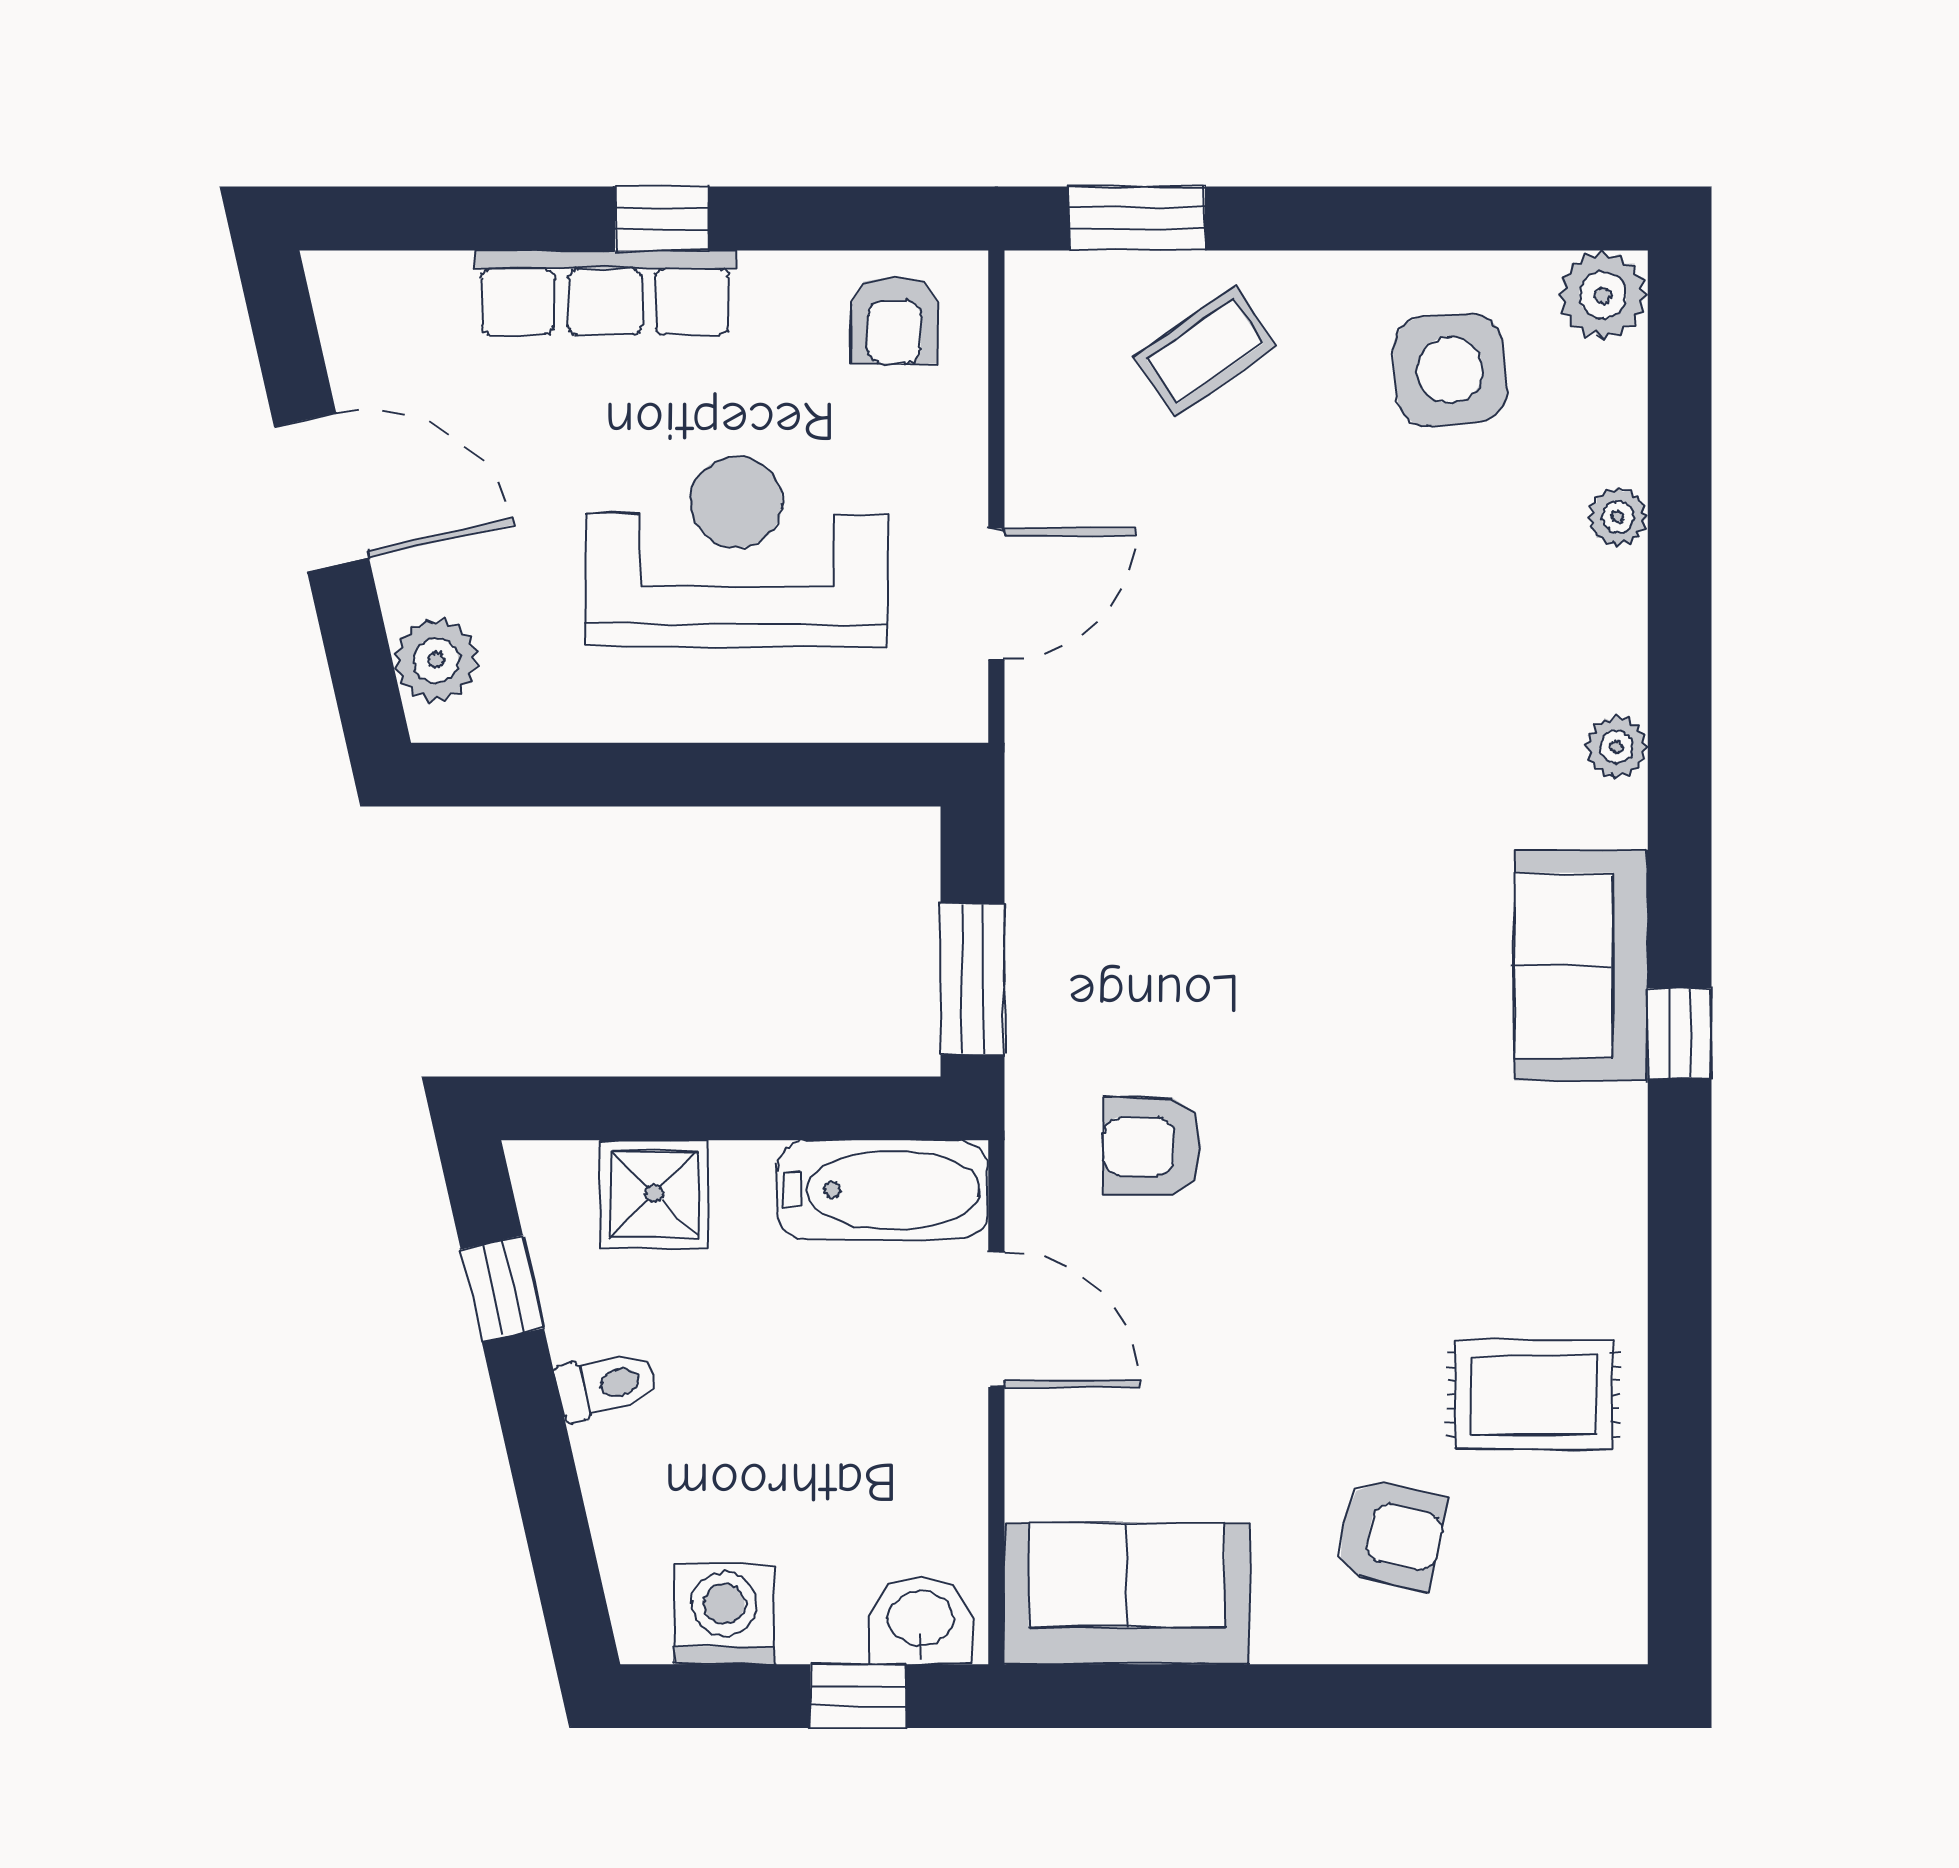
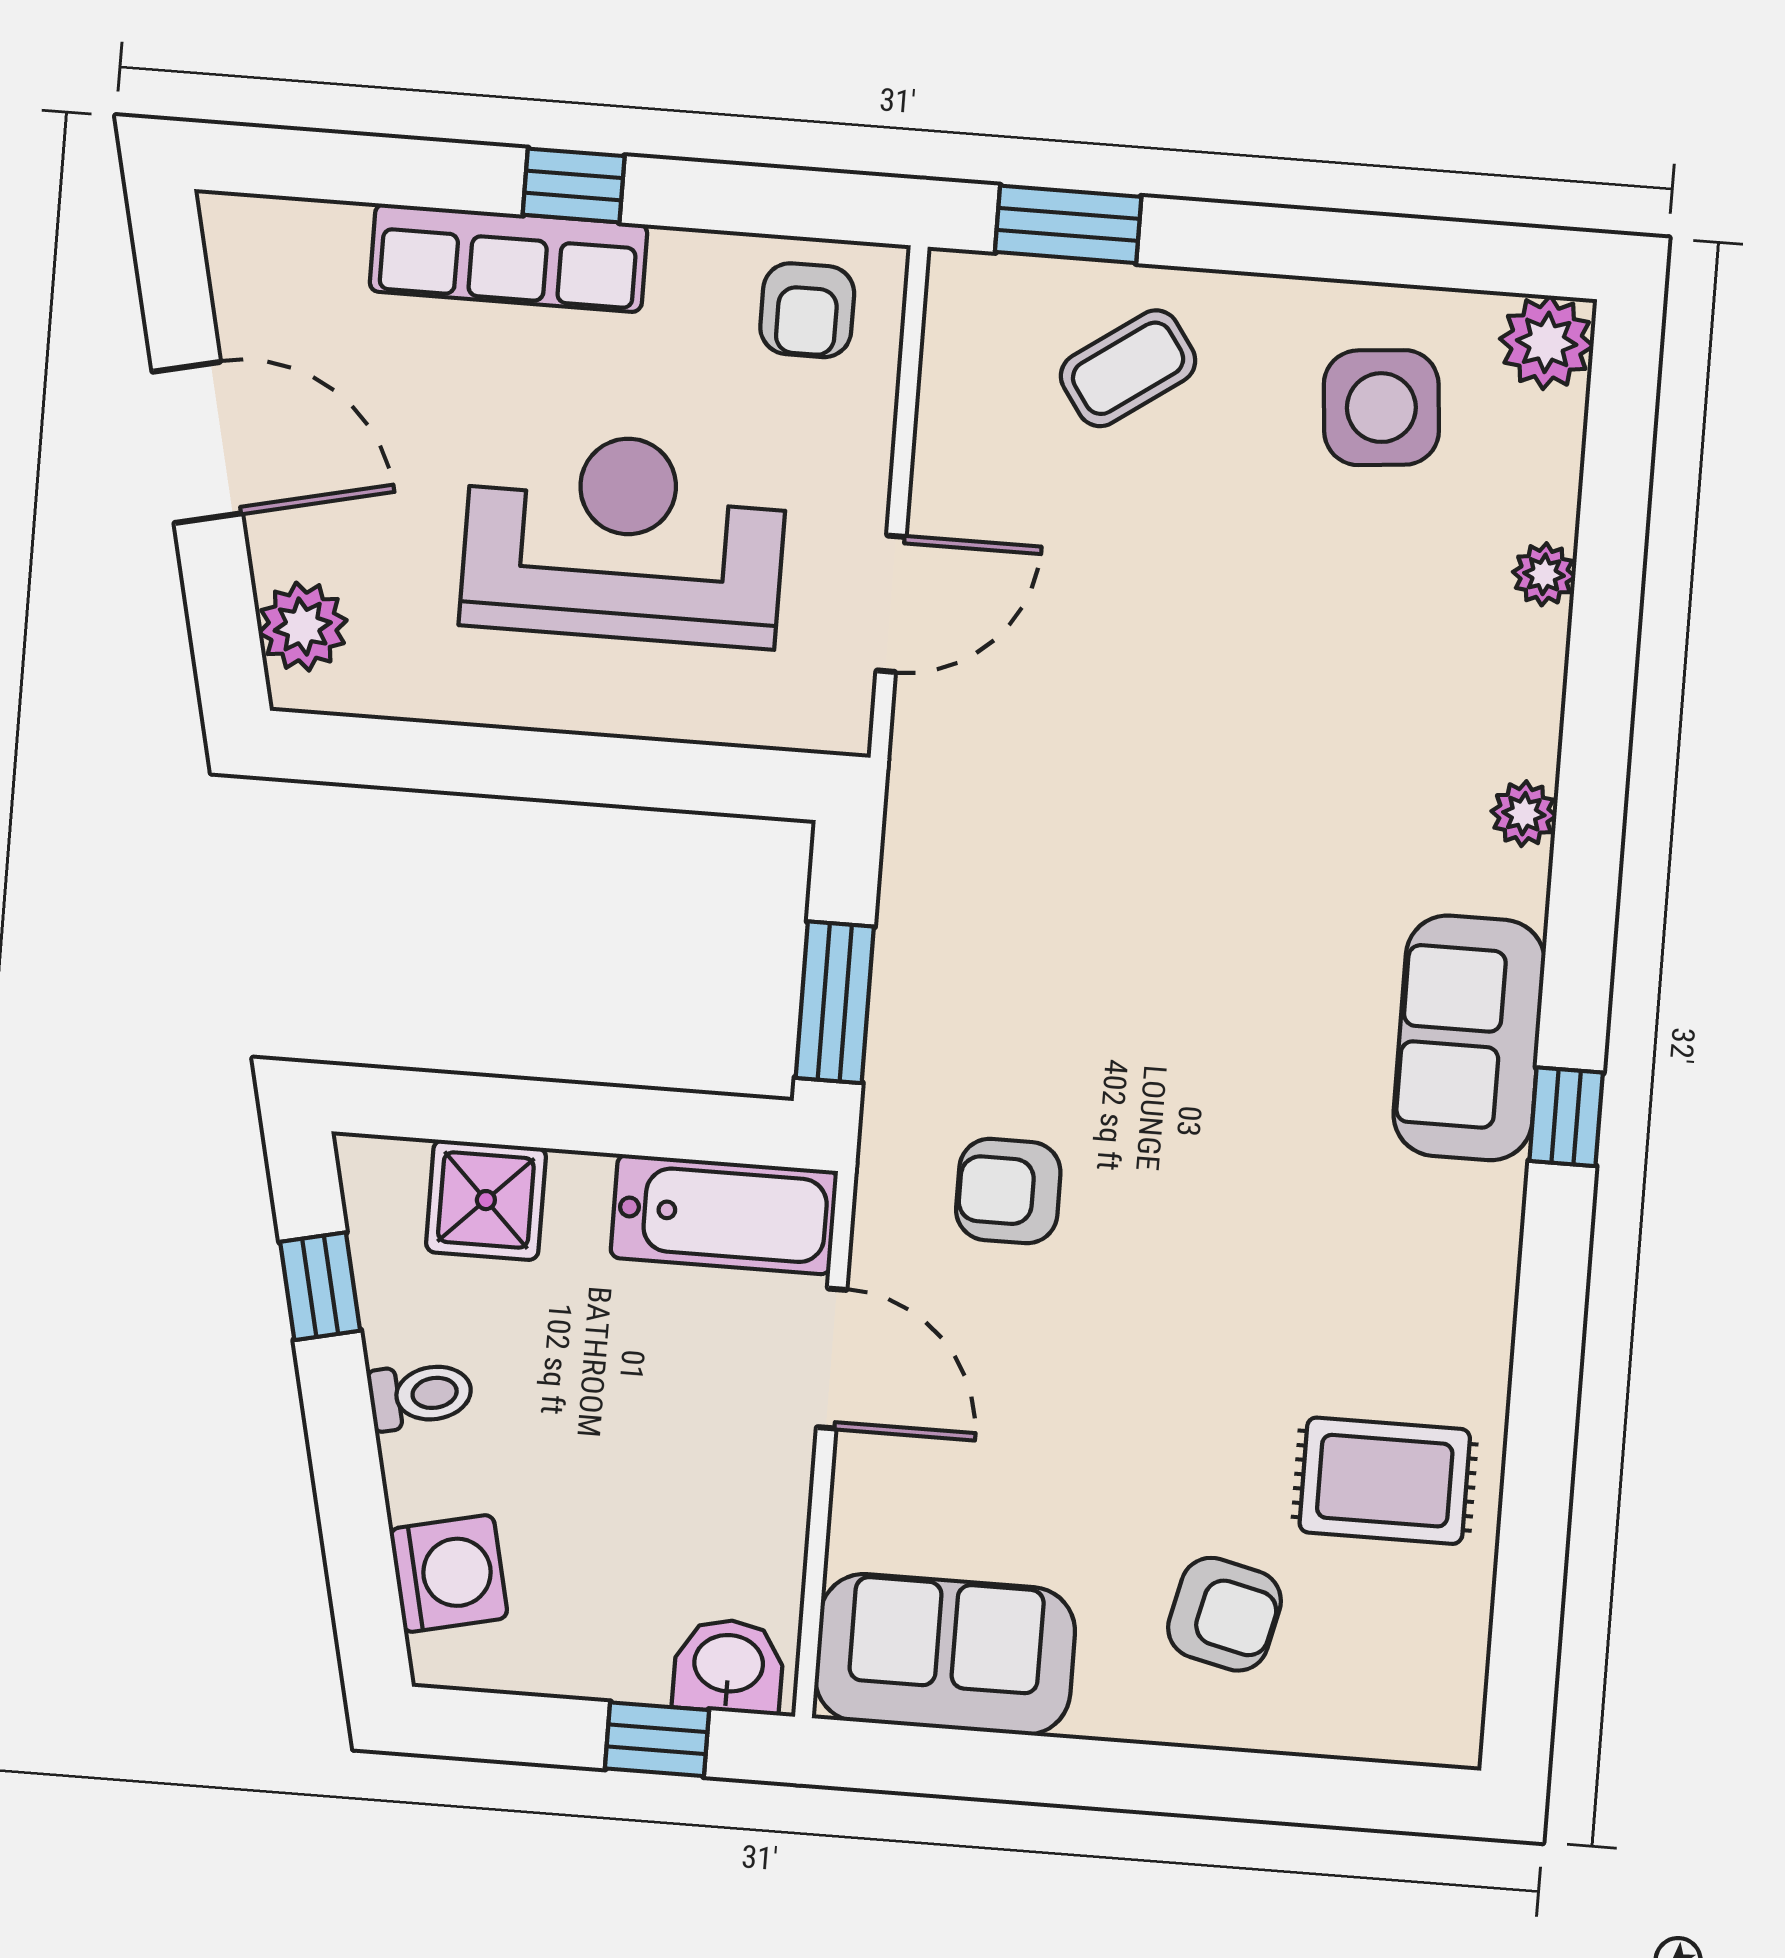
washing machine: (724, 1614) -> (449, 1574), moved, turned 77

